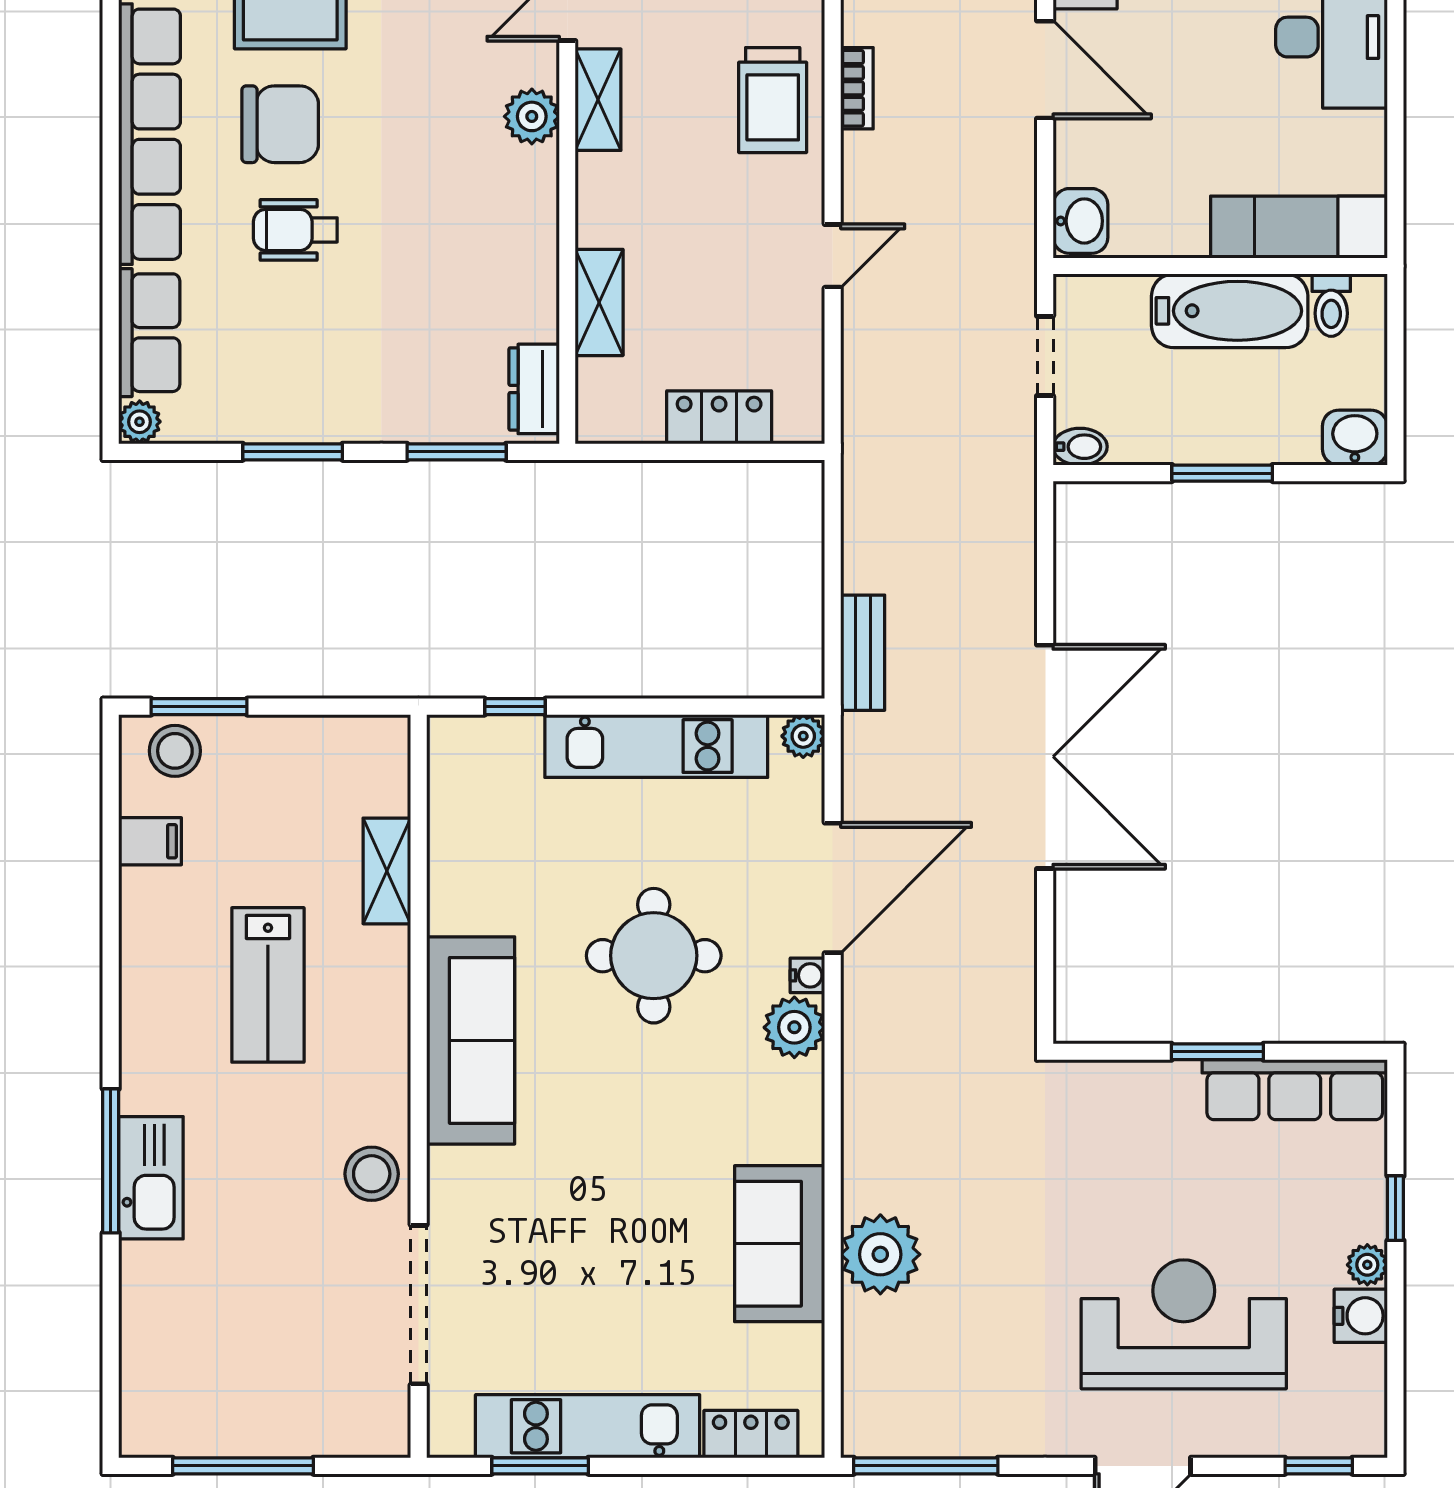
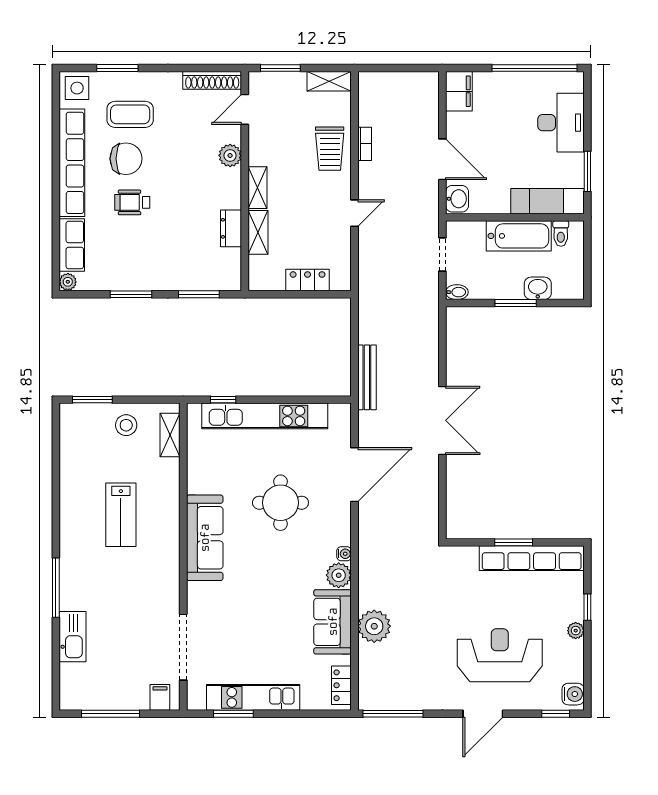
door: (1045, 70) -> (442, 159), moved
shelving: (598, 100) -> (257, 188), moved
window: (1395, 155) -> (587, 171), added
dresser: (534, 389) -> (231, 228), moved
washbasin: (1355, 438) -> (538, 288), moved
bench: (863, 653) -> (367, 377), width x1.36
plant: (803, 736) -> (342, 412), removed
kitchen unit: (656, 746) -> (265, 416), width x1.36
stool: (175, 751) -> (126, 425), moved
double door: (1045, 757) -> (442, 420), width x0.73
filing cabinet: (150, 841) -> (160, 697), moved, turned -90
shelving: (387, 871) -> (170, 435), moved
water cooler: (807, 975) -> (344, 554), moved
plant: (794, 1027) -> (339, 575), moved
row of seats: (1295, 1090) -> (532, 558), width x1.36
stool: (372, 1174) -> (164, 593), removed
kitchen sink: (151, 1178) -> (72, 637), moved
water cooler: (1361, 1316) -> (573, 694), moved
locker: (751, 1434) -> (341, 685), moved, turned -90

